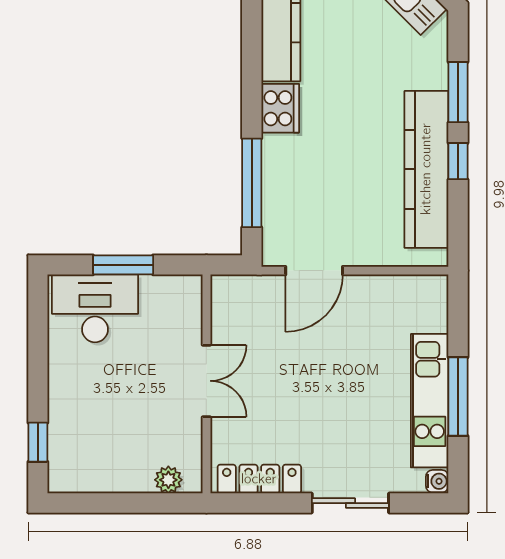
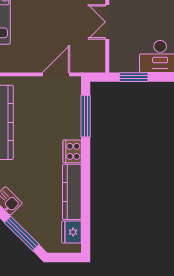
window: (123, 265) -> (134, 77), moved

